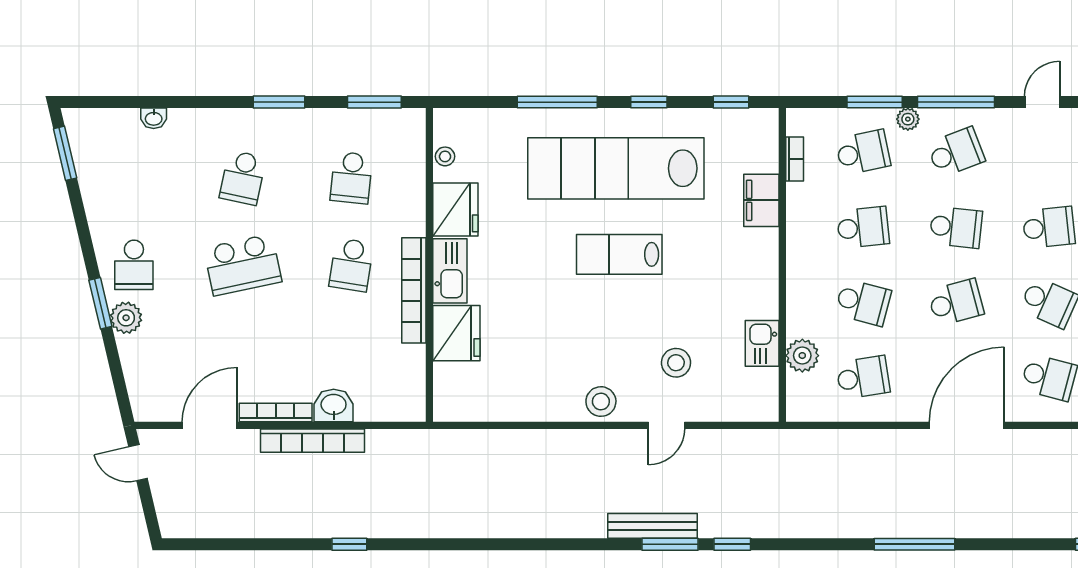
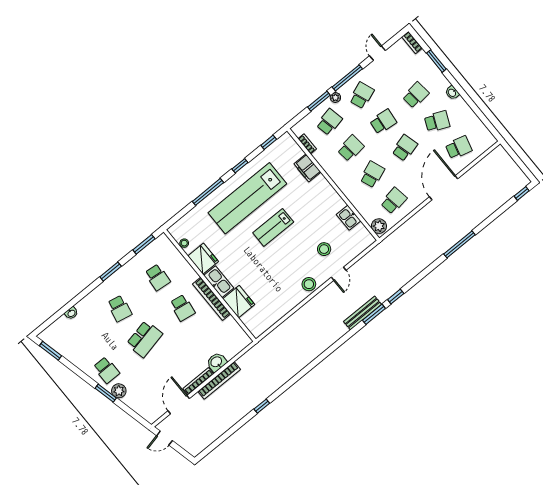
school desk: (863, 302) -> (372, 174), turned -36
plant: (802, 356) -> (379, 226), moved

